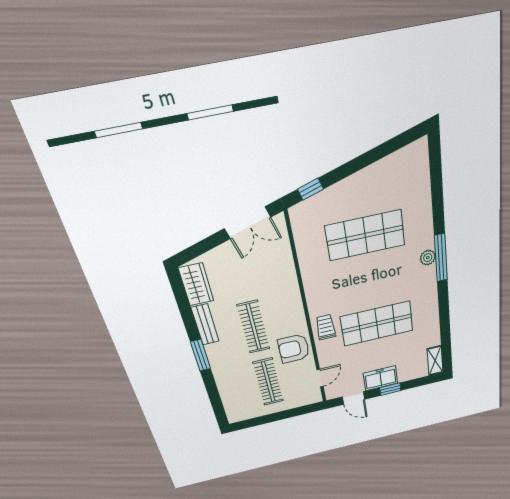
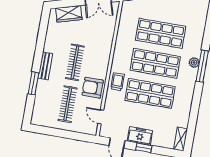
shop shelf: (371, 281) -> (155, 63), added
wardrobe: (196, 284) -> (69, 14), moved, turned 74
bench: (205, 324) -> (45, 66), moved
window: (201, 355) -> (33, 83), moved
door: (320, 378) -> (101, 117), swing flipped

